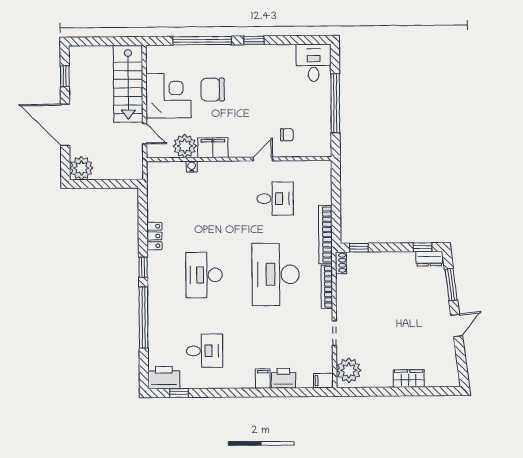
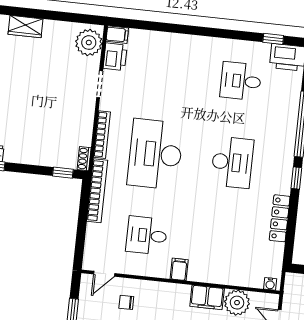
door: (263, 159) -> (104, 274), moved
water cooler: (192, 167) -> (270, 284), moved
locker: (154, 236) -> (280, 218), width x1.53
desk: (276, 274) -> (155, 154), turned 180
printer: (283, 378) -> (115, 57), moved, turned -90
filing cabinet: (263, 379) -> (179, 269), moved, turned 180

